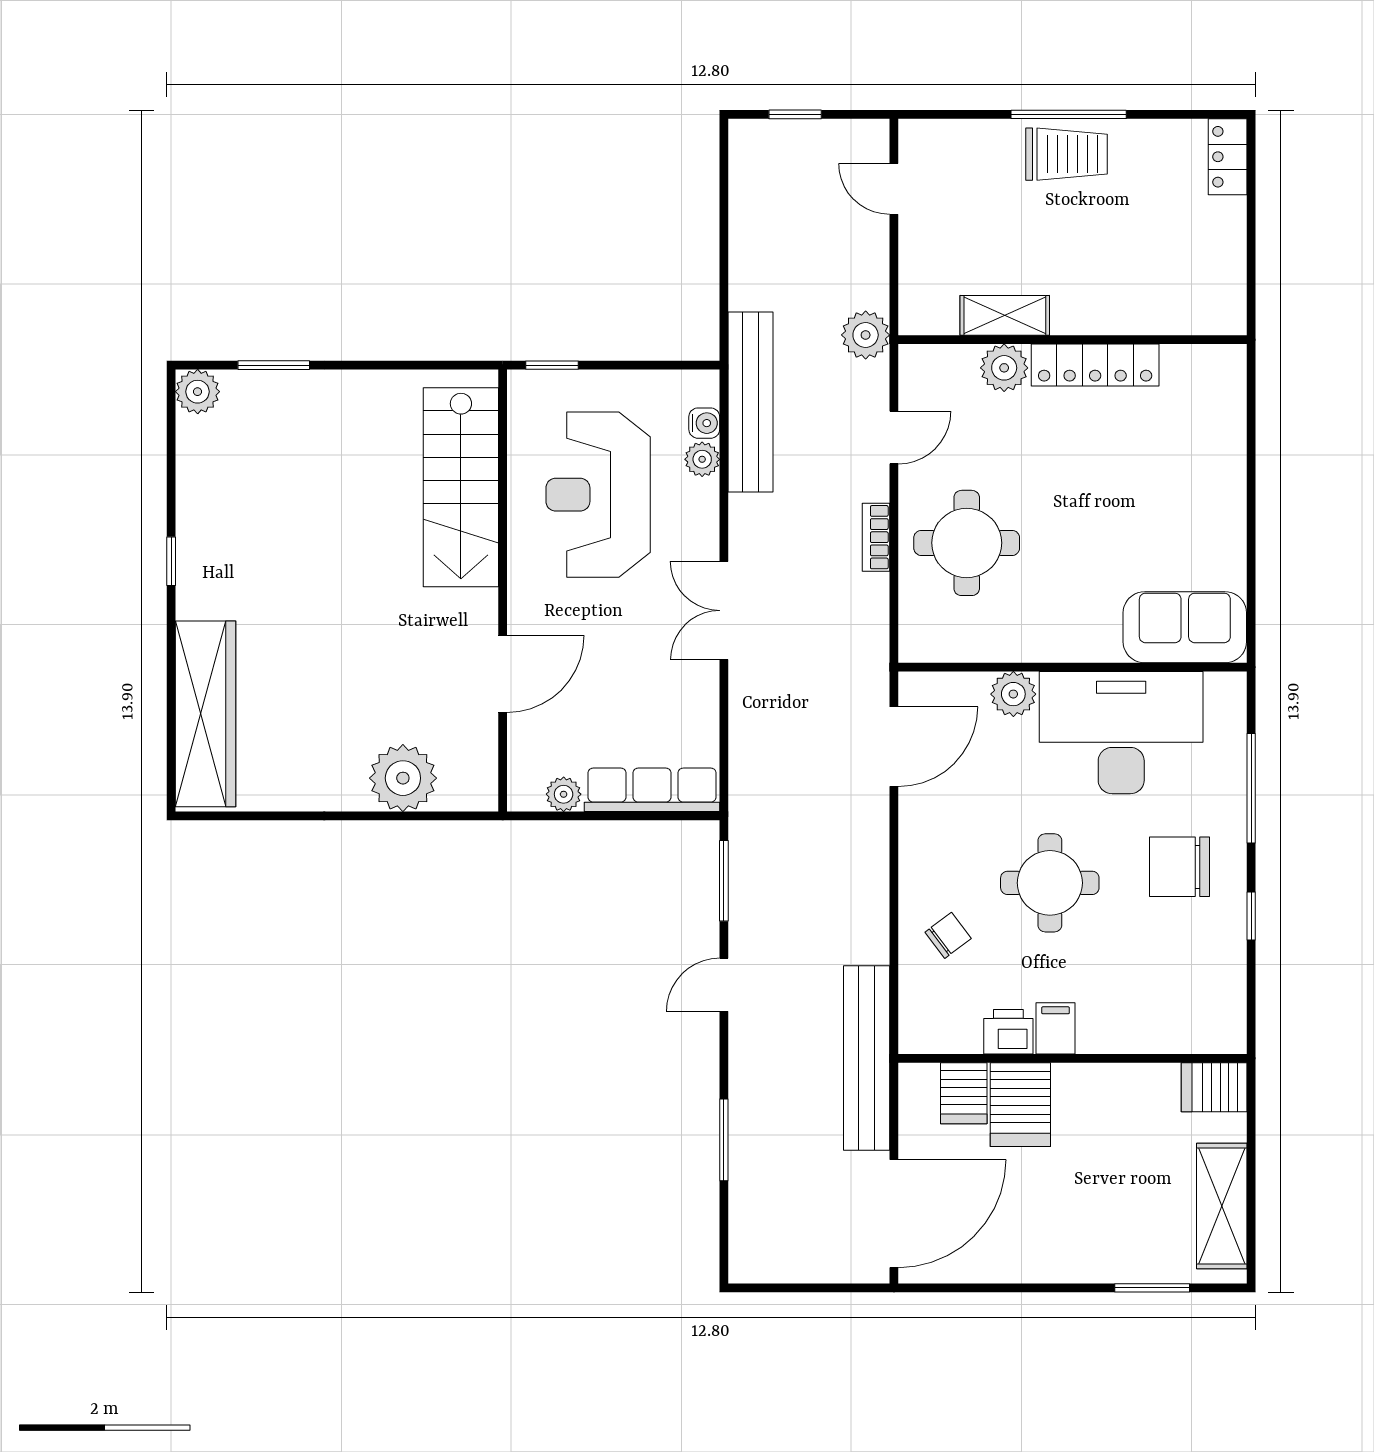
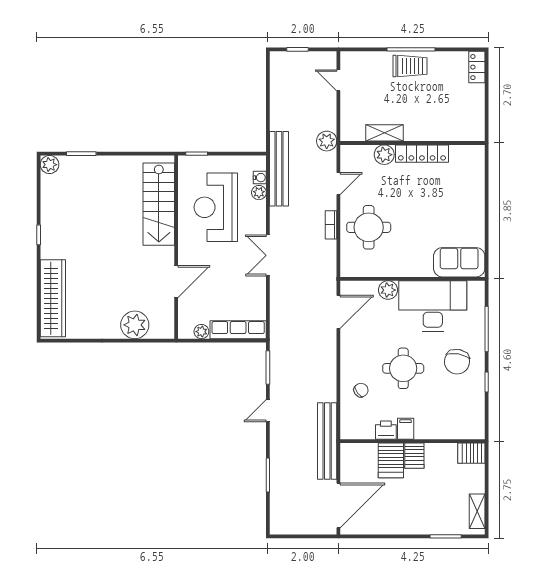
chair: (1180, 867) -> (457, 362), turned -80
server rack: (964, 1093) -> (414, 456), moved
shelving: (1222, 1206) -> (477, 511), width x0.67, depth x0.75

